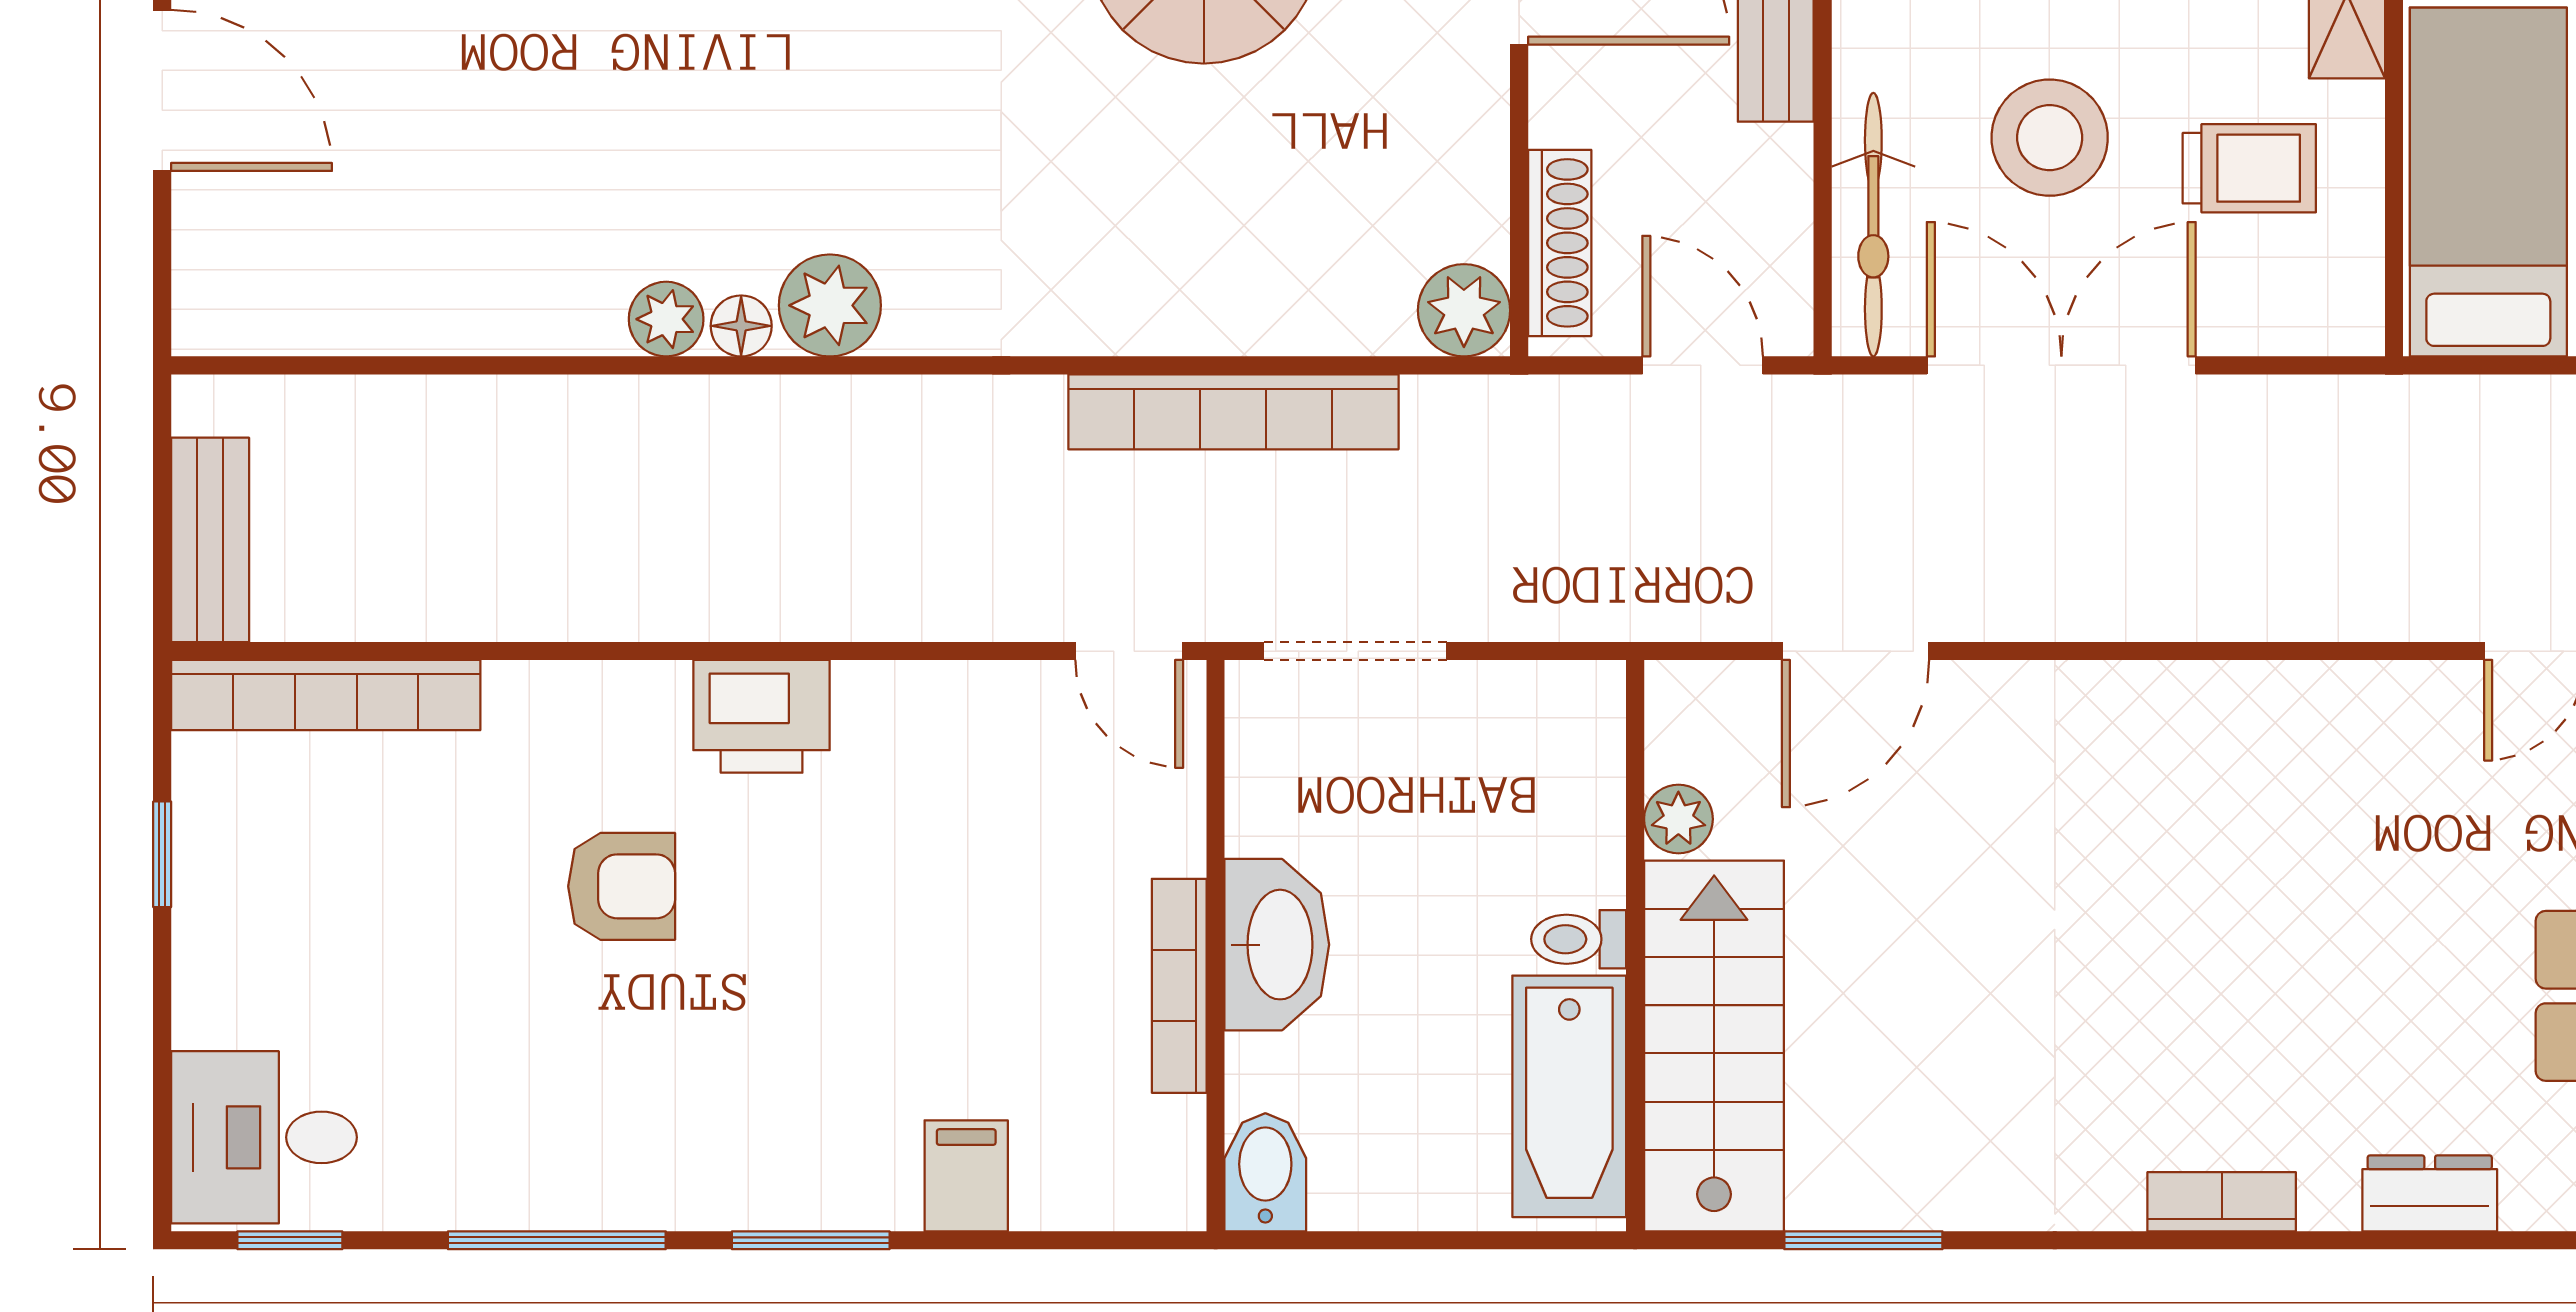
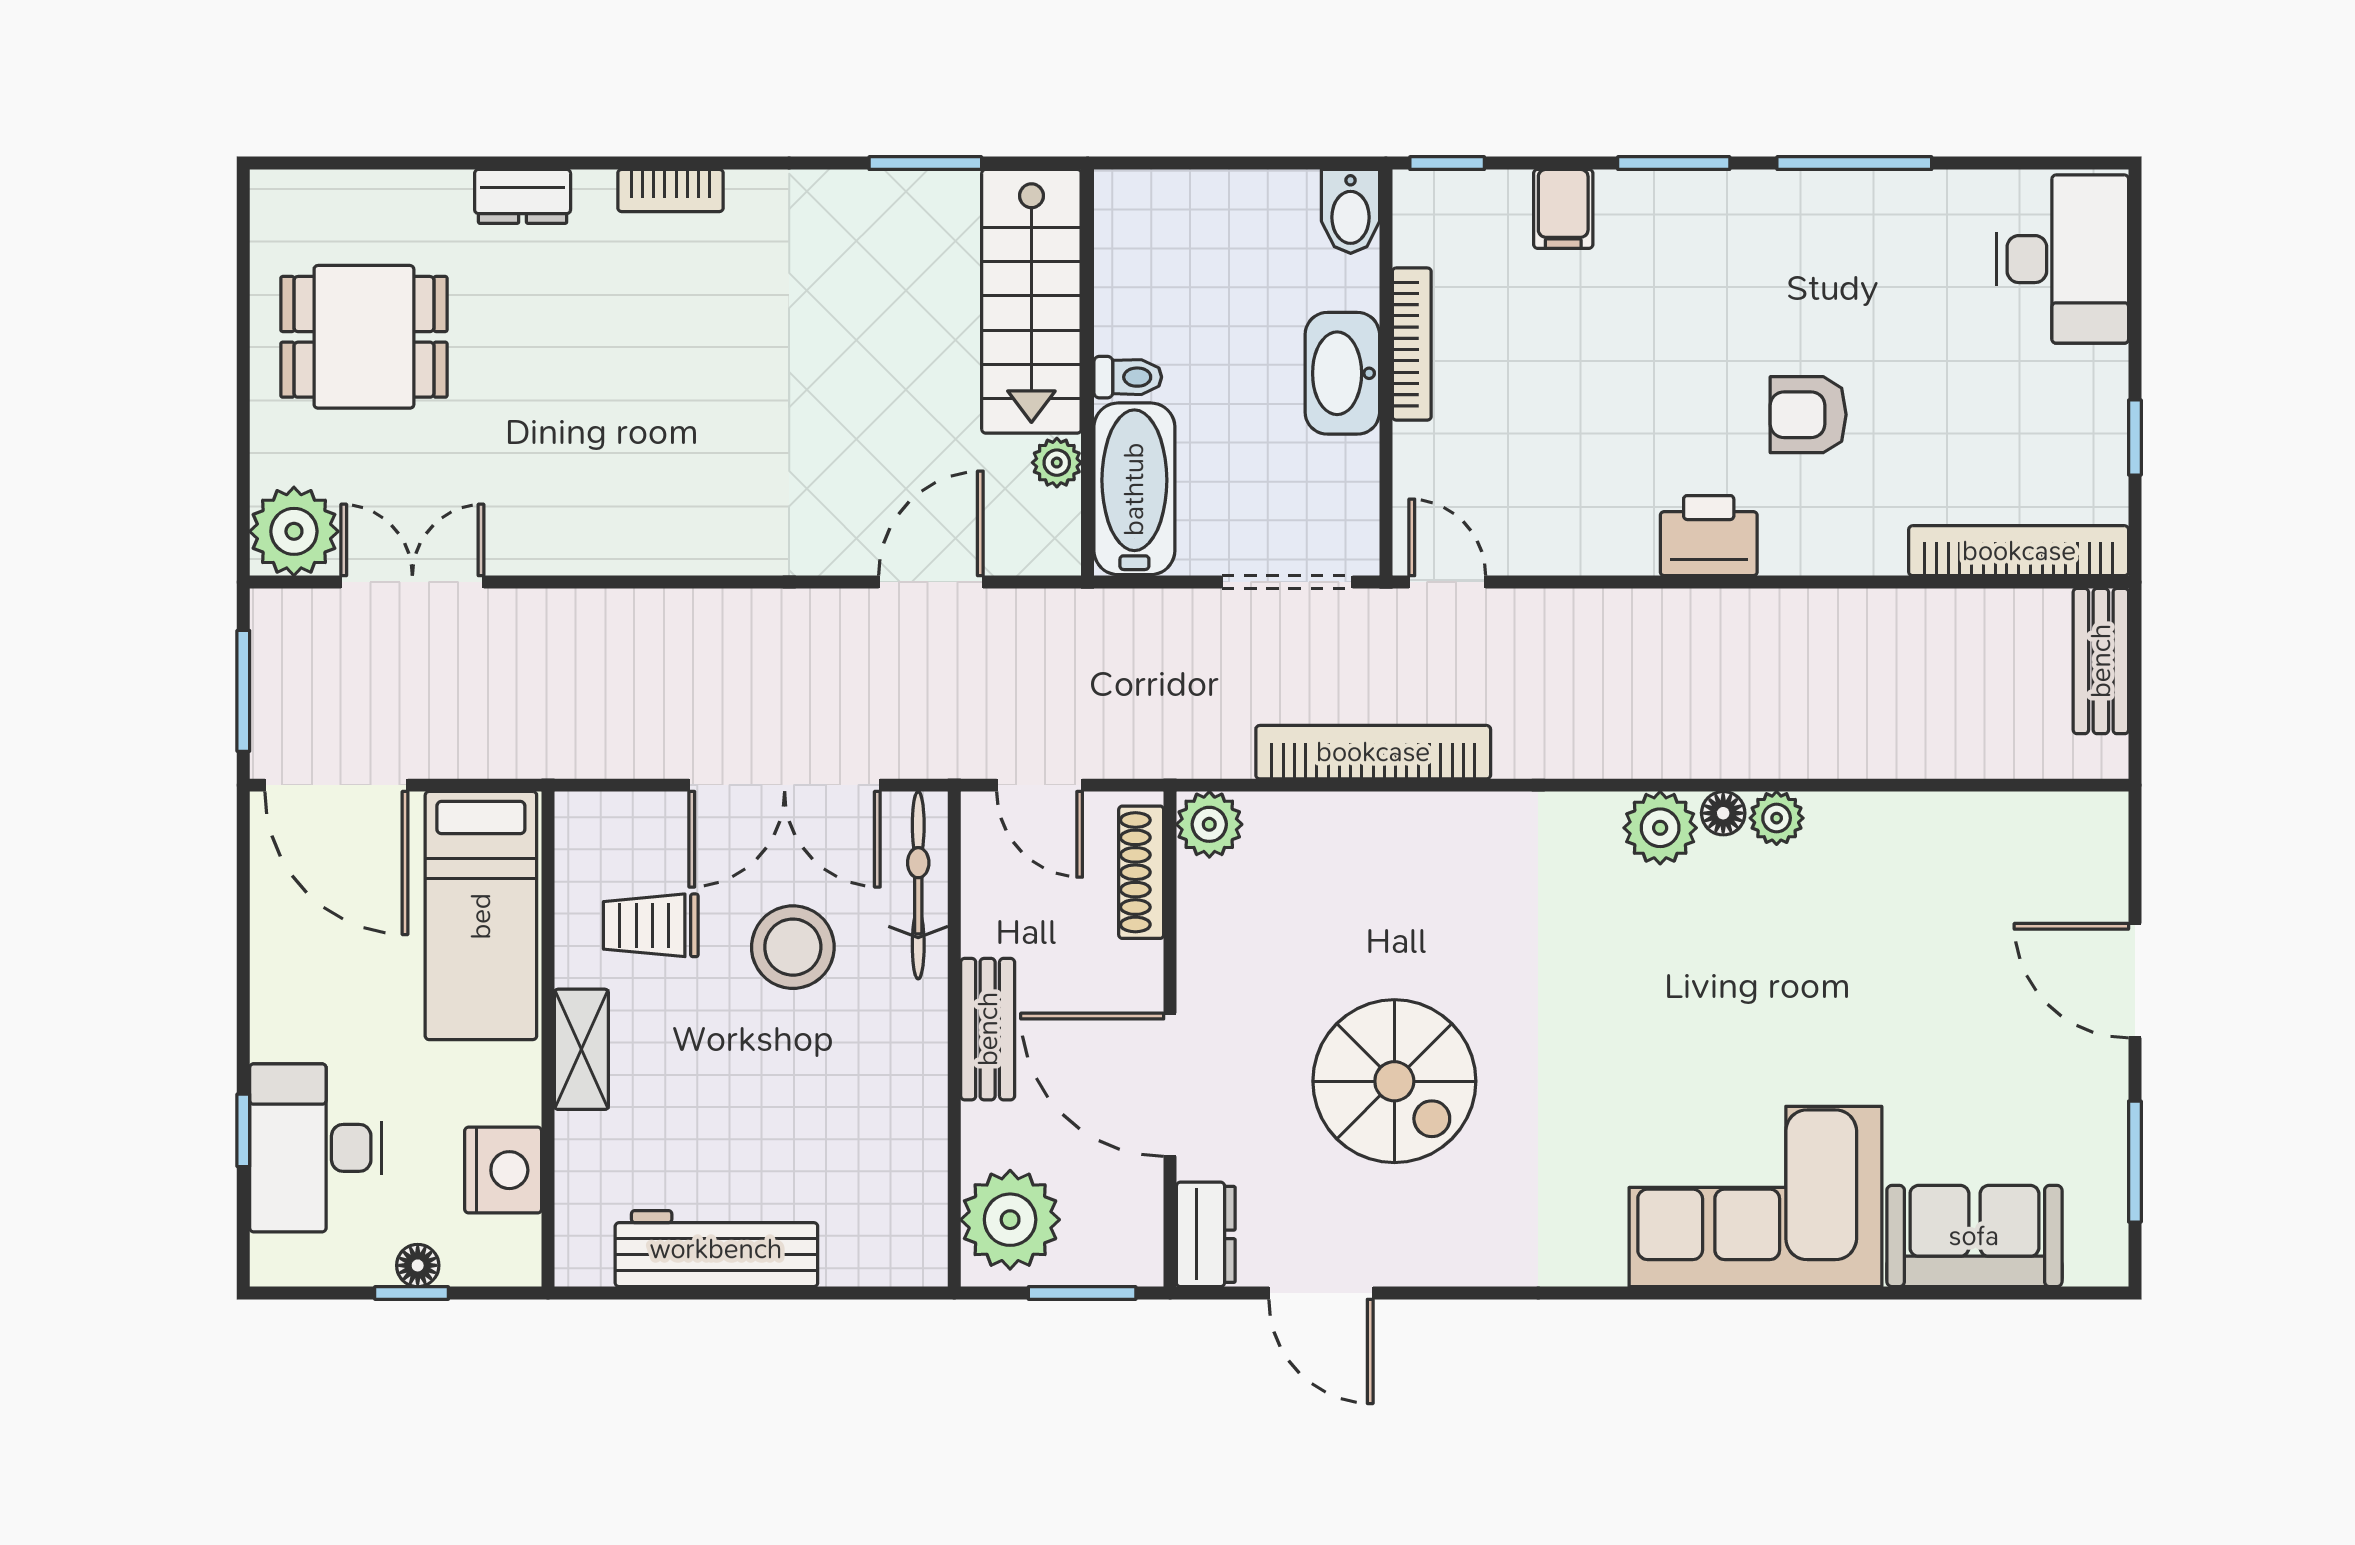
bathtub: (1569, 1096) -> (1134, 489), moved
desk: (264, 1137) -> (2063, 259), width x1.37
window: (290, 1240) -> (1447, 163), moved

